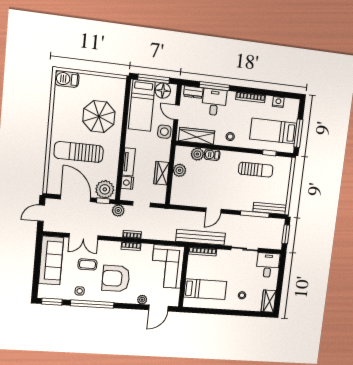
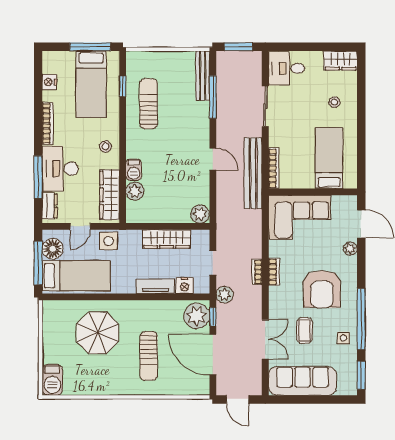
desk: (214, 102) -> (60, 169), width x1.37
sun lounger: (79, 152) -> (149, 356), width x0.73, depth x0.75
plant: (179, 170) -> (200, 214), moved
wardrobe: (162, 173) -> (167, 239), width x1.50
door: (76, 198) -> (213, 355), hinge flipped

